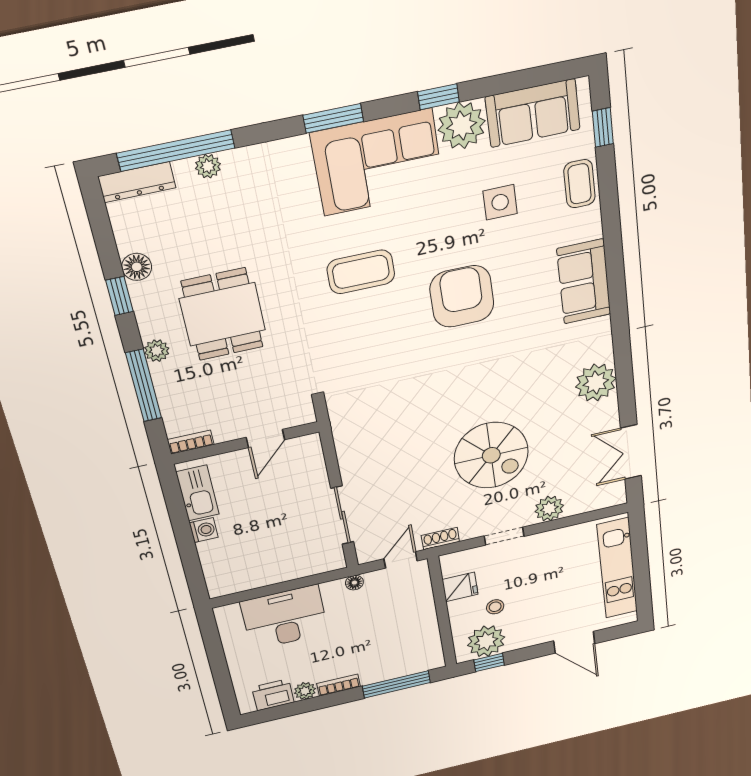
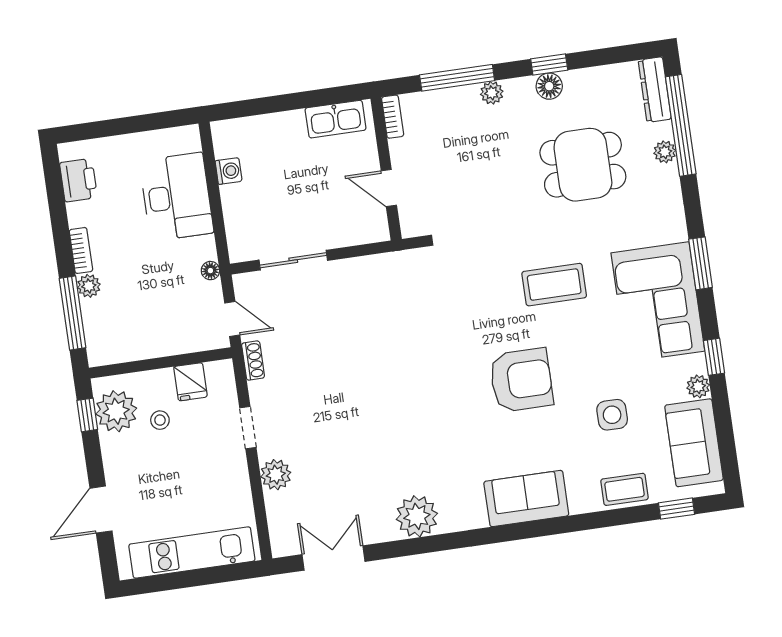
plant: (462, 126) -> (698, 386), width x0.53, depth x0.53
floor lamp: (137, 267) -> (549, 86), moved
coffee table: (361, 272) -> (554, 285), turned 90
dining table: (222, 314) -> (583, 165), moved
spiral stairs: (491, 455) -> (346, 412), removed
washing machine: (204, 530) -> (229, 171), moved, turned -90
plant: (305, 691) -> (89, 286), moved

